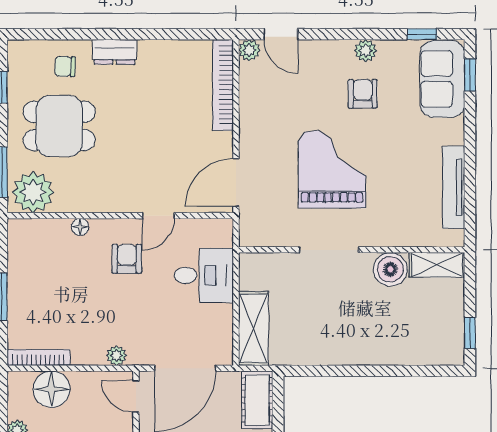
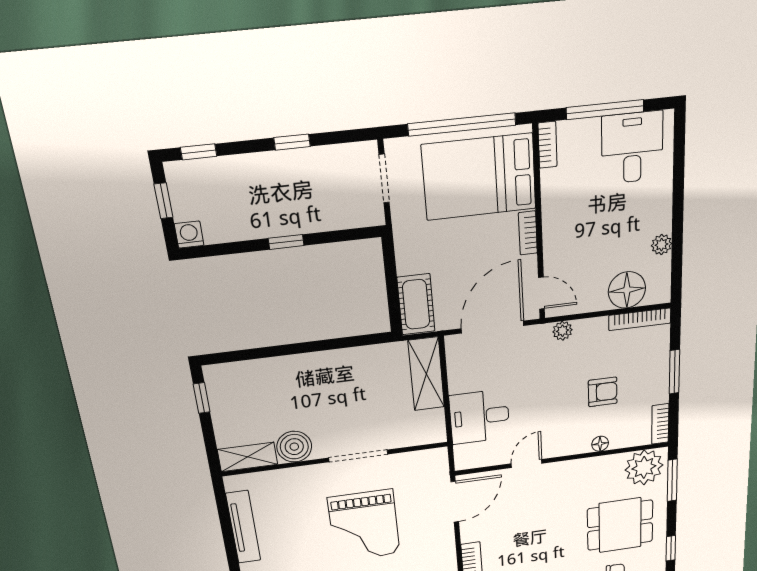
bookcase: (16, 240) -> (660, 424), added
armchair: (127, 259) -> (603, 392), moved, turned -90

